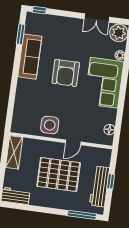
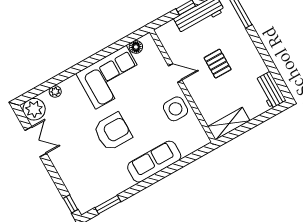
sofa: (30, 57) -> (154, 162), moved
corner sofa: (104, 83) -> (111, 77), moved
pallet: (59, 174) -> (218, 64), width x0.49, depth x0.50

